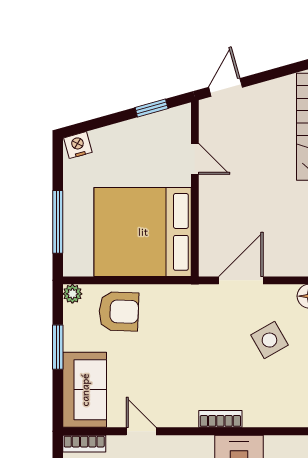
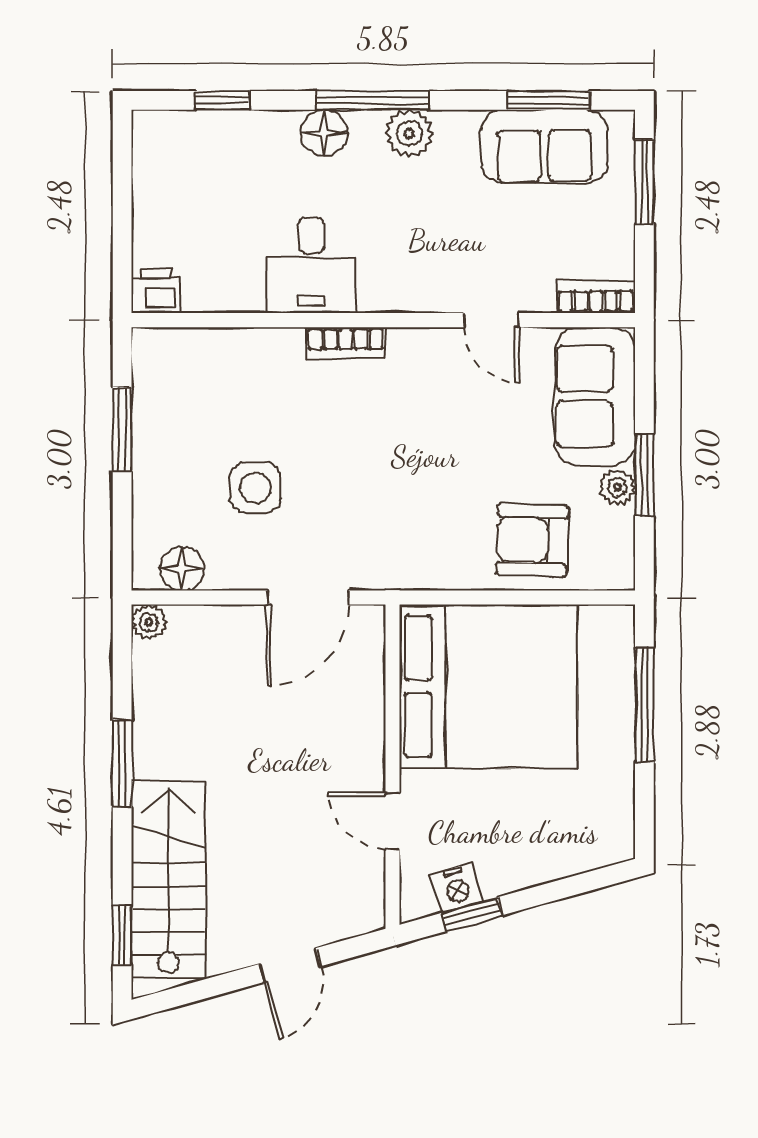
door: (226, 87) -> (290, 965), moved
nightstand: (78, 145) -> (457, 888), moved
plant: (72, 294) -> (617, 487), moved
side table: (269, 340) -> (255, 488), turned 30

